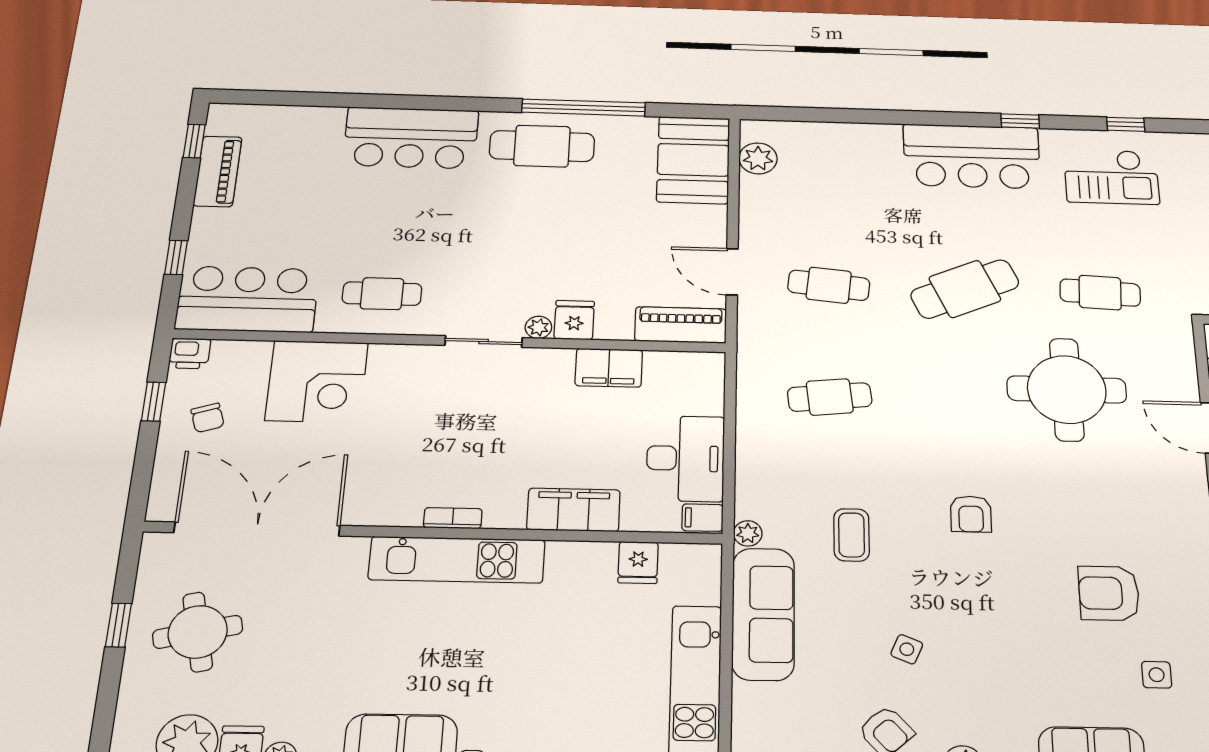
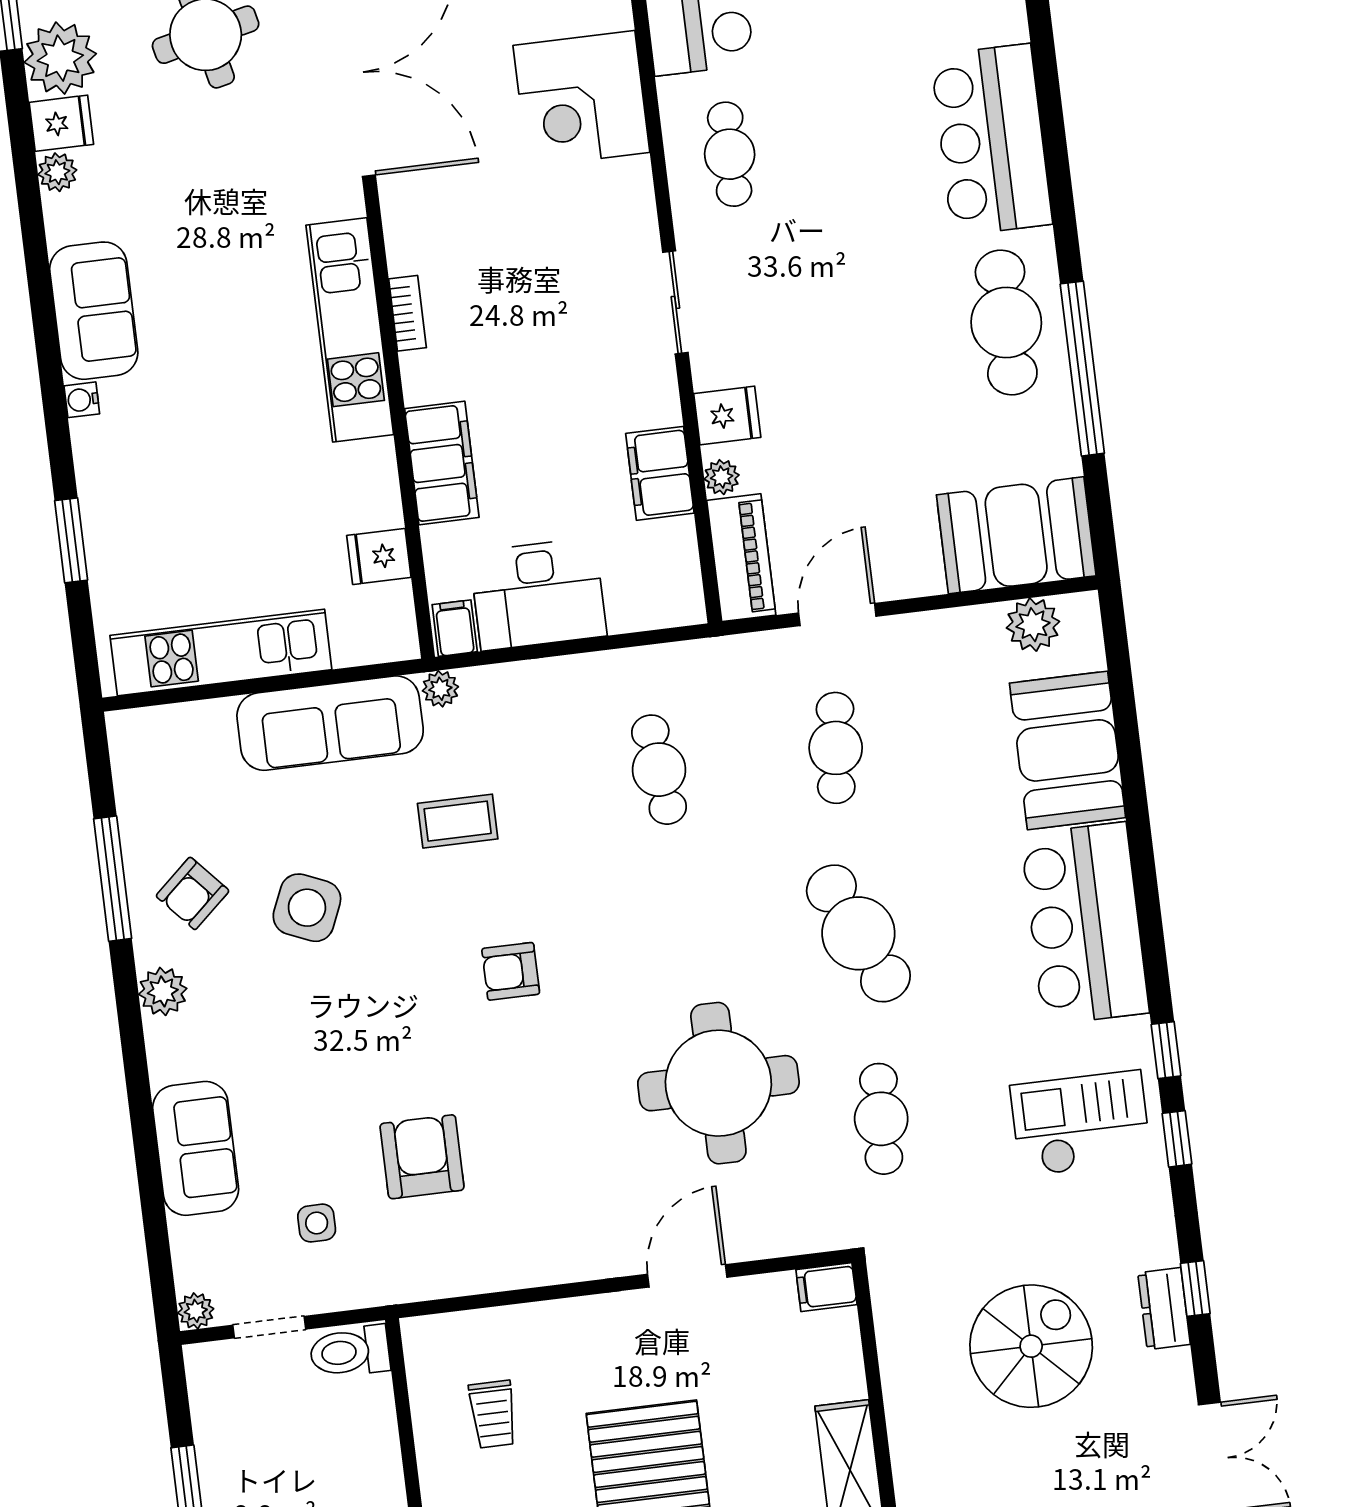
window: (1020, 121) -> (1166, 1050), moved
booth: (849, 150) -> (1068, 750), added
checkout: (1111, 177) -> (1081, 1123), turned 90
plant: (538, 327) -> (722, 477), moved
side table: (907, 649) -> (307, 908), width x1.87, depth x1.87

